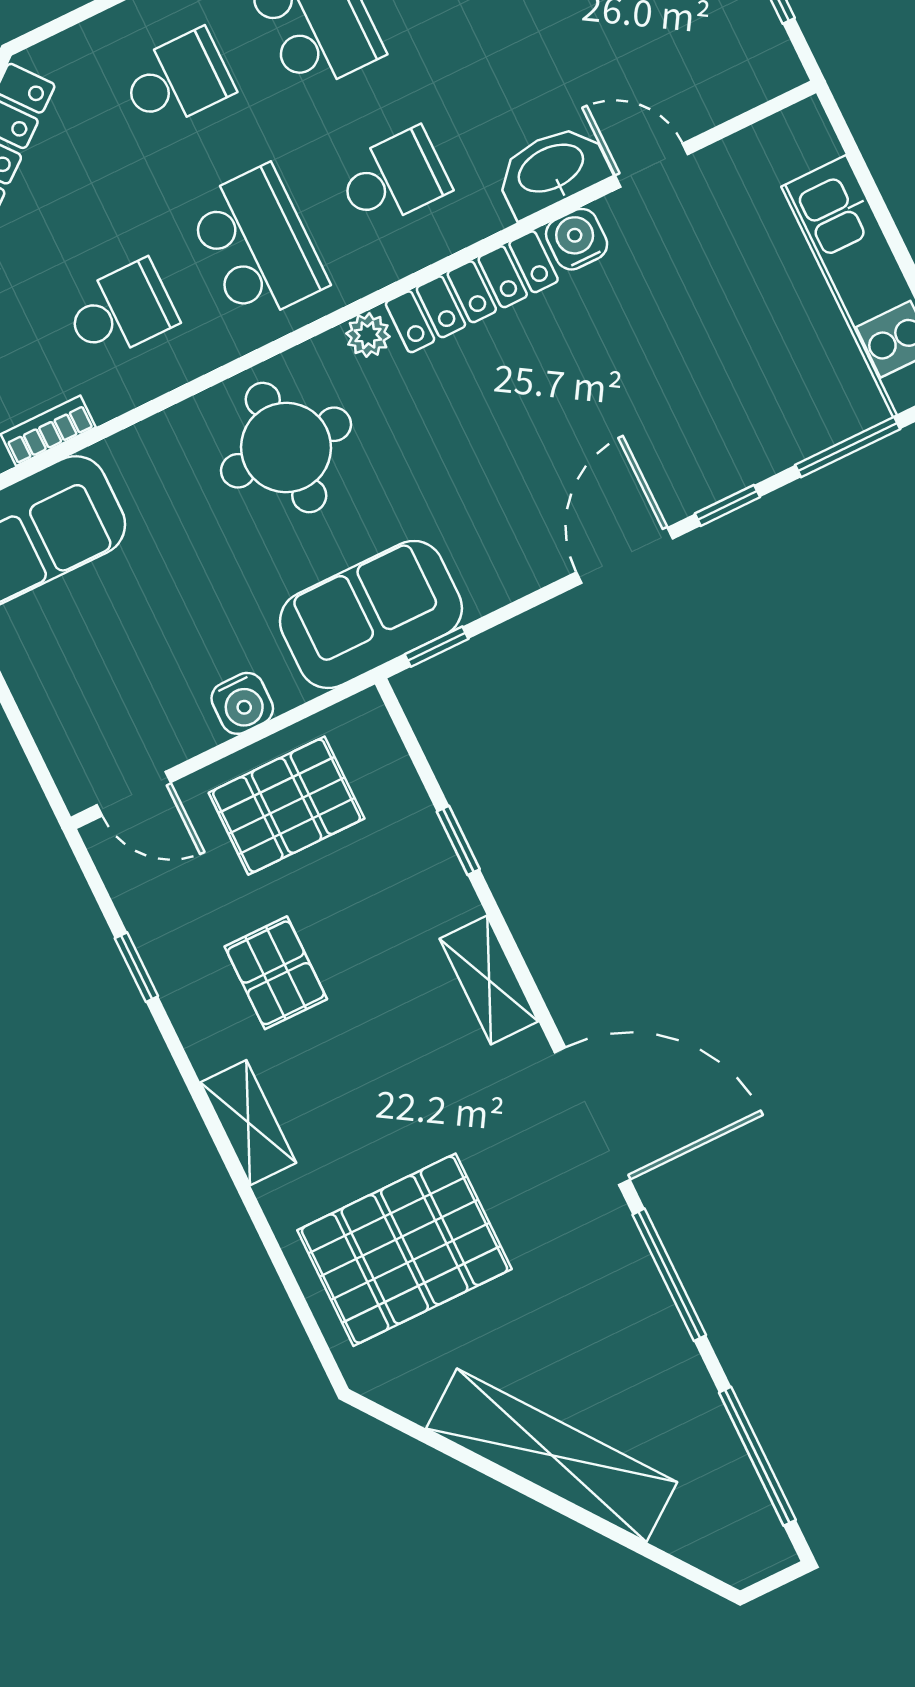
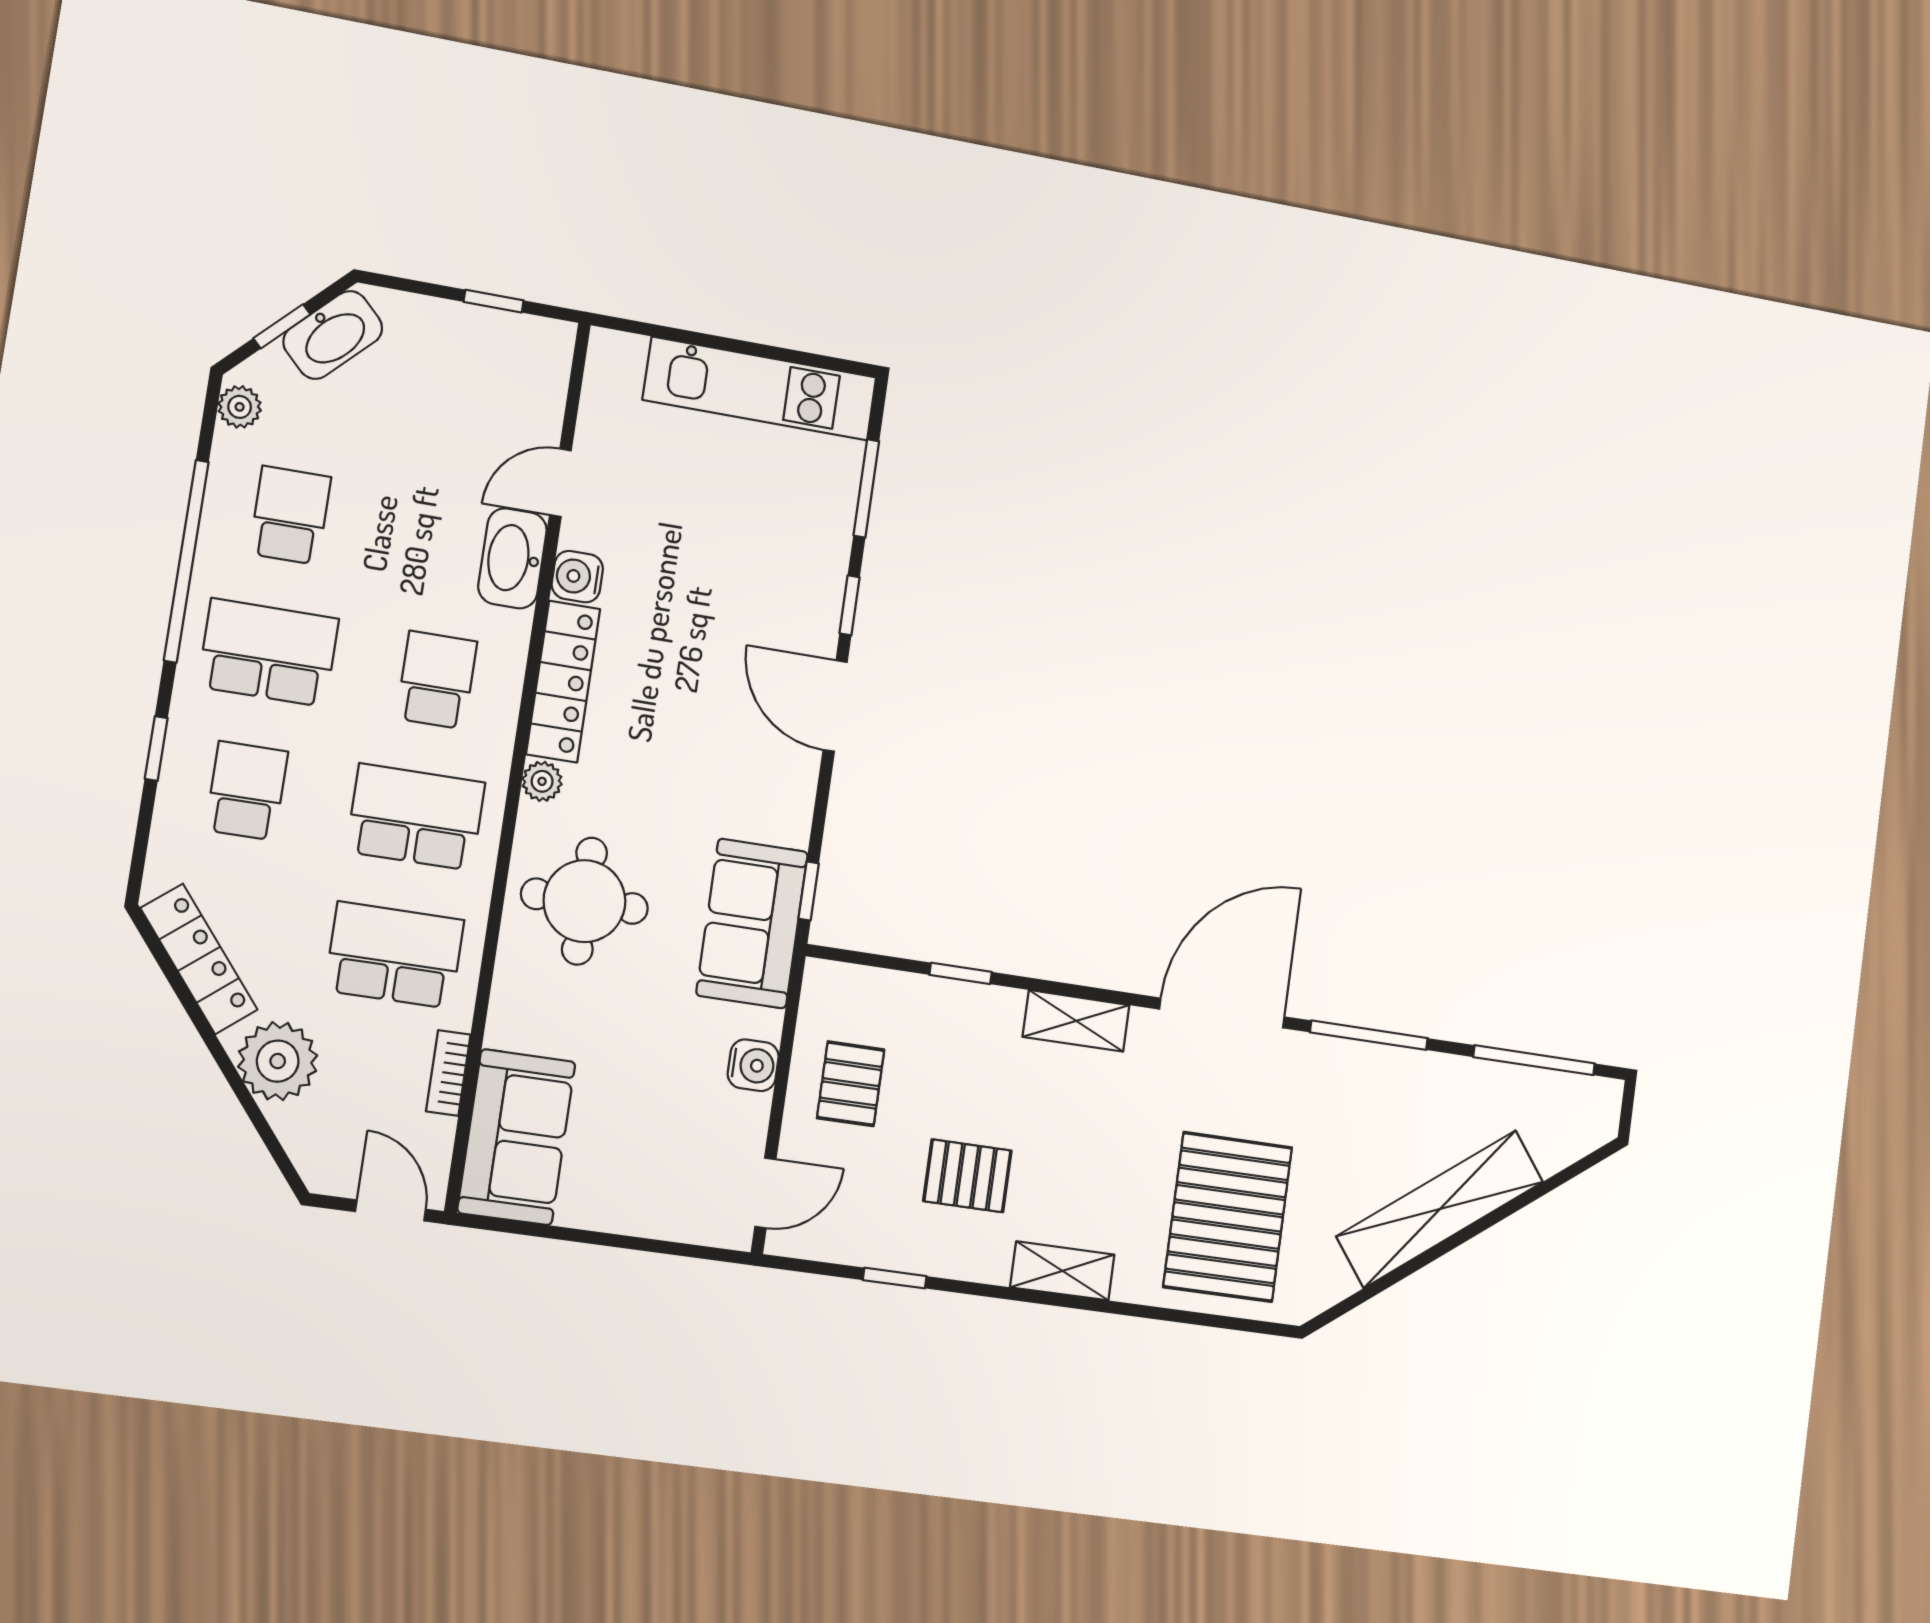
school desk: (121, 311) -> (394, 955), width x1.85
pallet: (287, 806) -> (851, 1084), width x0.67, depth x0.71

